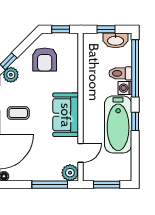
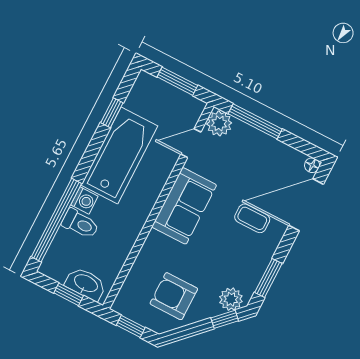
washbasin: (116, 40) -> (86, 284), moved
armchair: (45, 59) -> (174, 296), turned -90
coffee table: (18, 113) -> (252, 218), moved
window: (135, 121) -> (112, 113), moved

